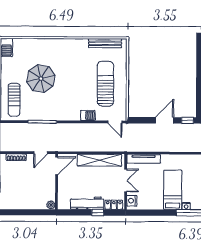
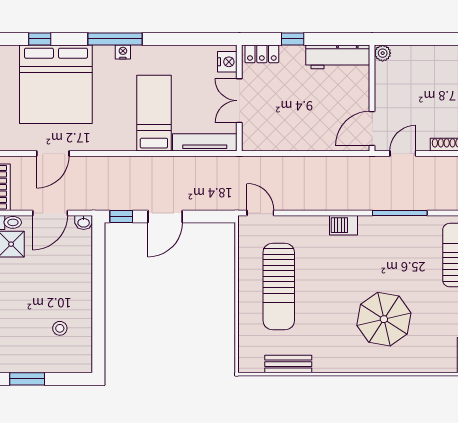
bench: (105, 43) -> (288, 364), width x0.73
parasol: (41, 79) -> (384, 319), moved
barbecue: (88, 116) -> (344, 225), moved
shelving: (99, 160) -> (290, 140), removed
bed: (173, 190) -> (154, 113), moved, turned 180
workbench: (87, 203) -> (338, 57), moved

